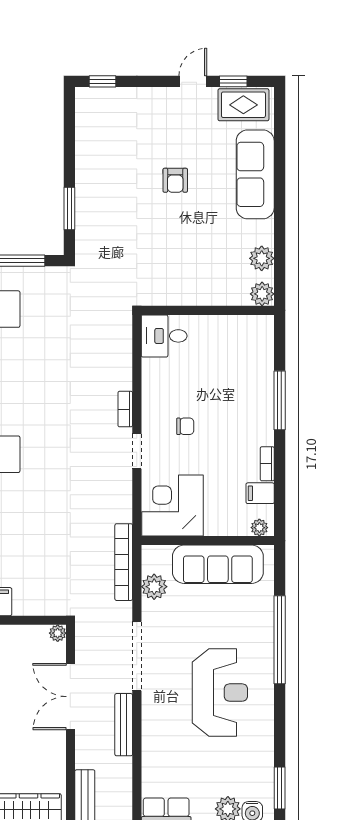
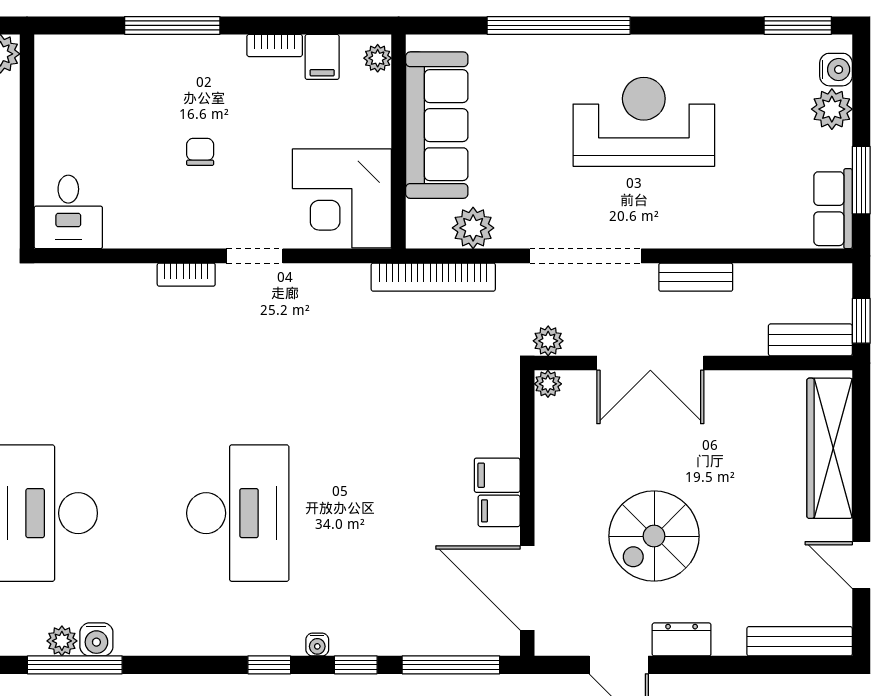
chair: (185, 426) -> (200, 152), moved
plant: (84, 633) -> (548, 341), added
bench: (124, 725) -> (696, 277), width x0.73

